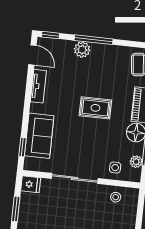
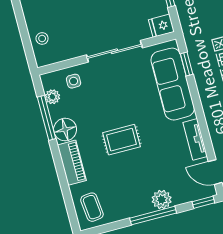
sofa: (39, 136) -> (173, 84), width x1.36
stool: (116, 197) -> (42, 38), moved

